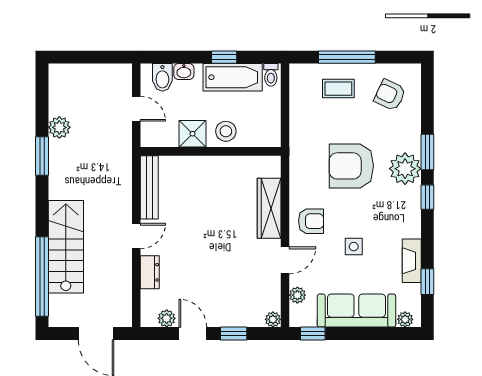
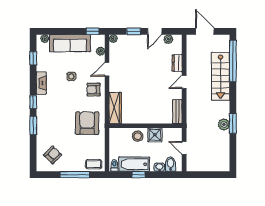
coffee table: (338, 89) -> (94, 164), moved
armchair: (390, 95) -> (53, 155), turned -70
plant: (59, 127) -> (224, 124), moved
armchair: (351, 166) -> (87, 123), moved, turned -90
plant: (405, 169) -> (45, 117), removed
bench: (149, 187) -> (177, 112), width x0.73
wardrobe: (269, 208) -> (115, 108), moved
fireplace: (412, 261) -> (41, 83), moved
door: (193, 334) -> (155, 31), hinge flipped

